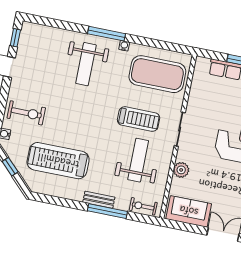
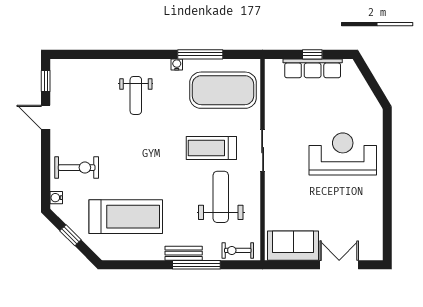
window: (107, 34) -> (200, 54), moved
weight bench: (86, 64) -> (136, 95), width x0.73, depth x0.75
treadmill: (139, 119) -> (211, 148), turned 180
treadmill: (58, 161) -> (126, 217), turned 180
plant: (181, 170) -> (274, 198), removed

